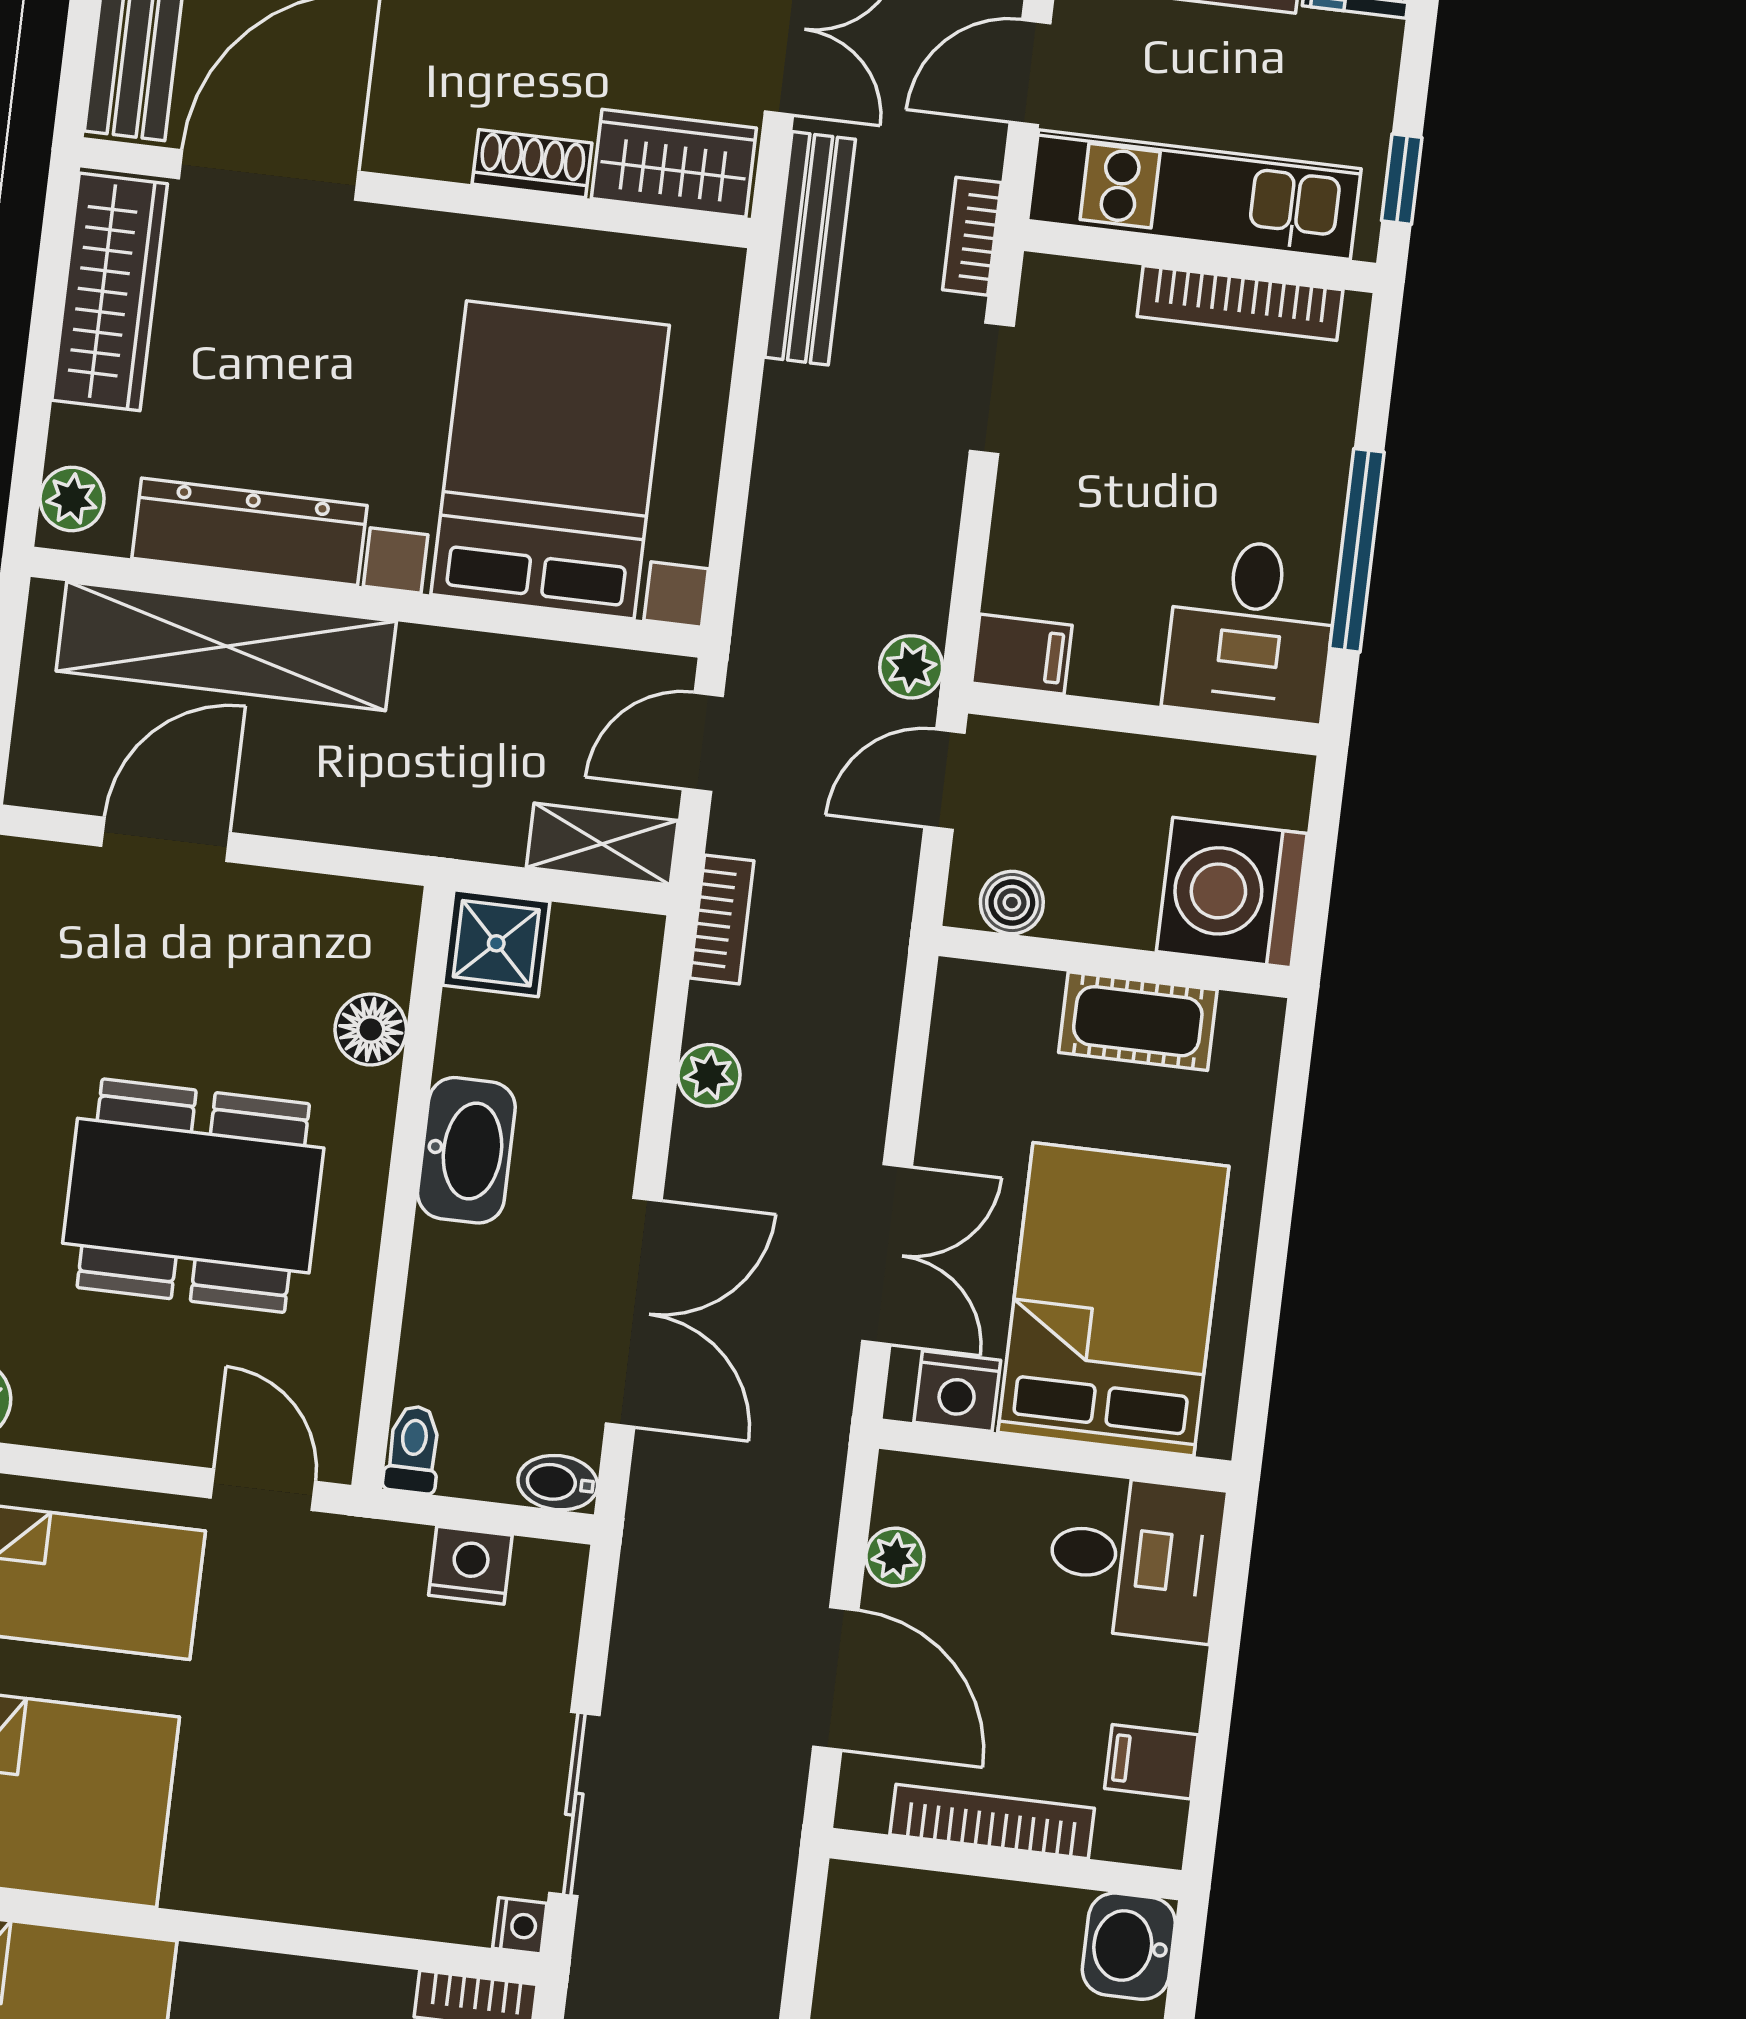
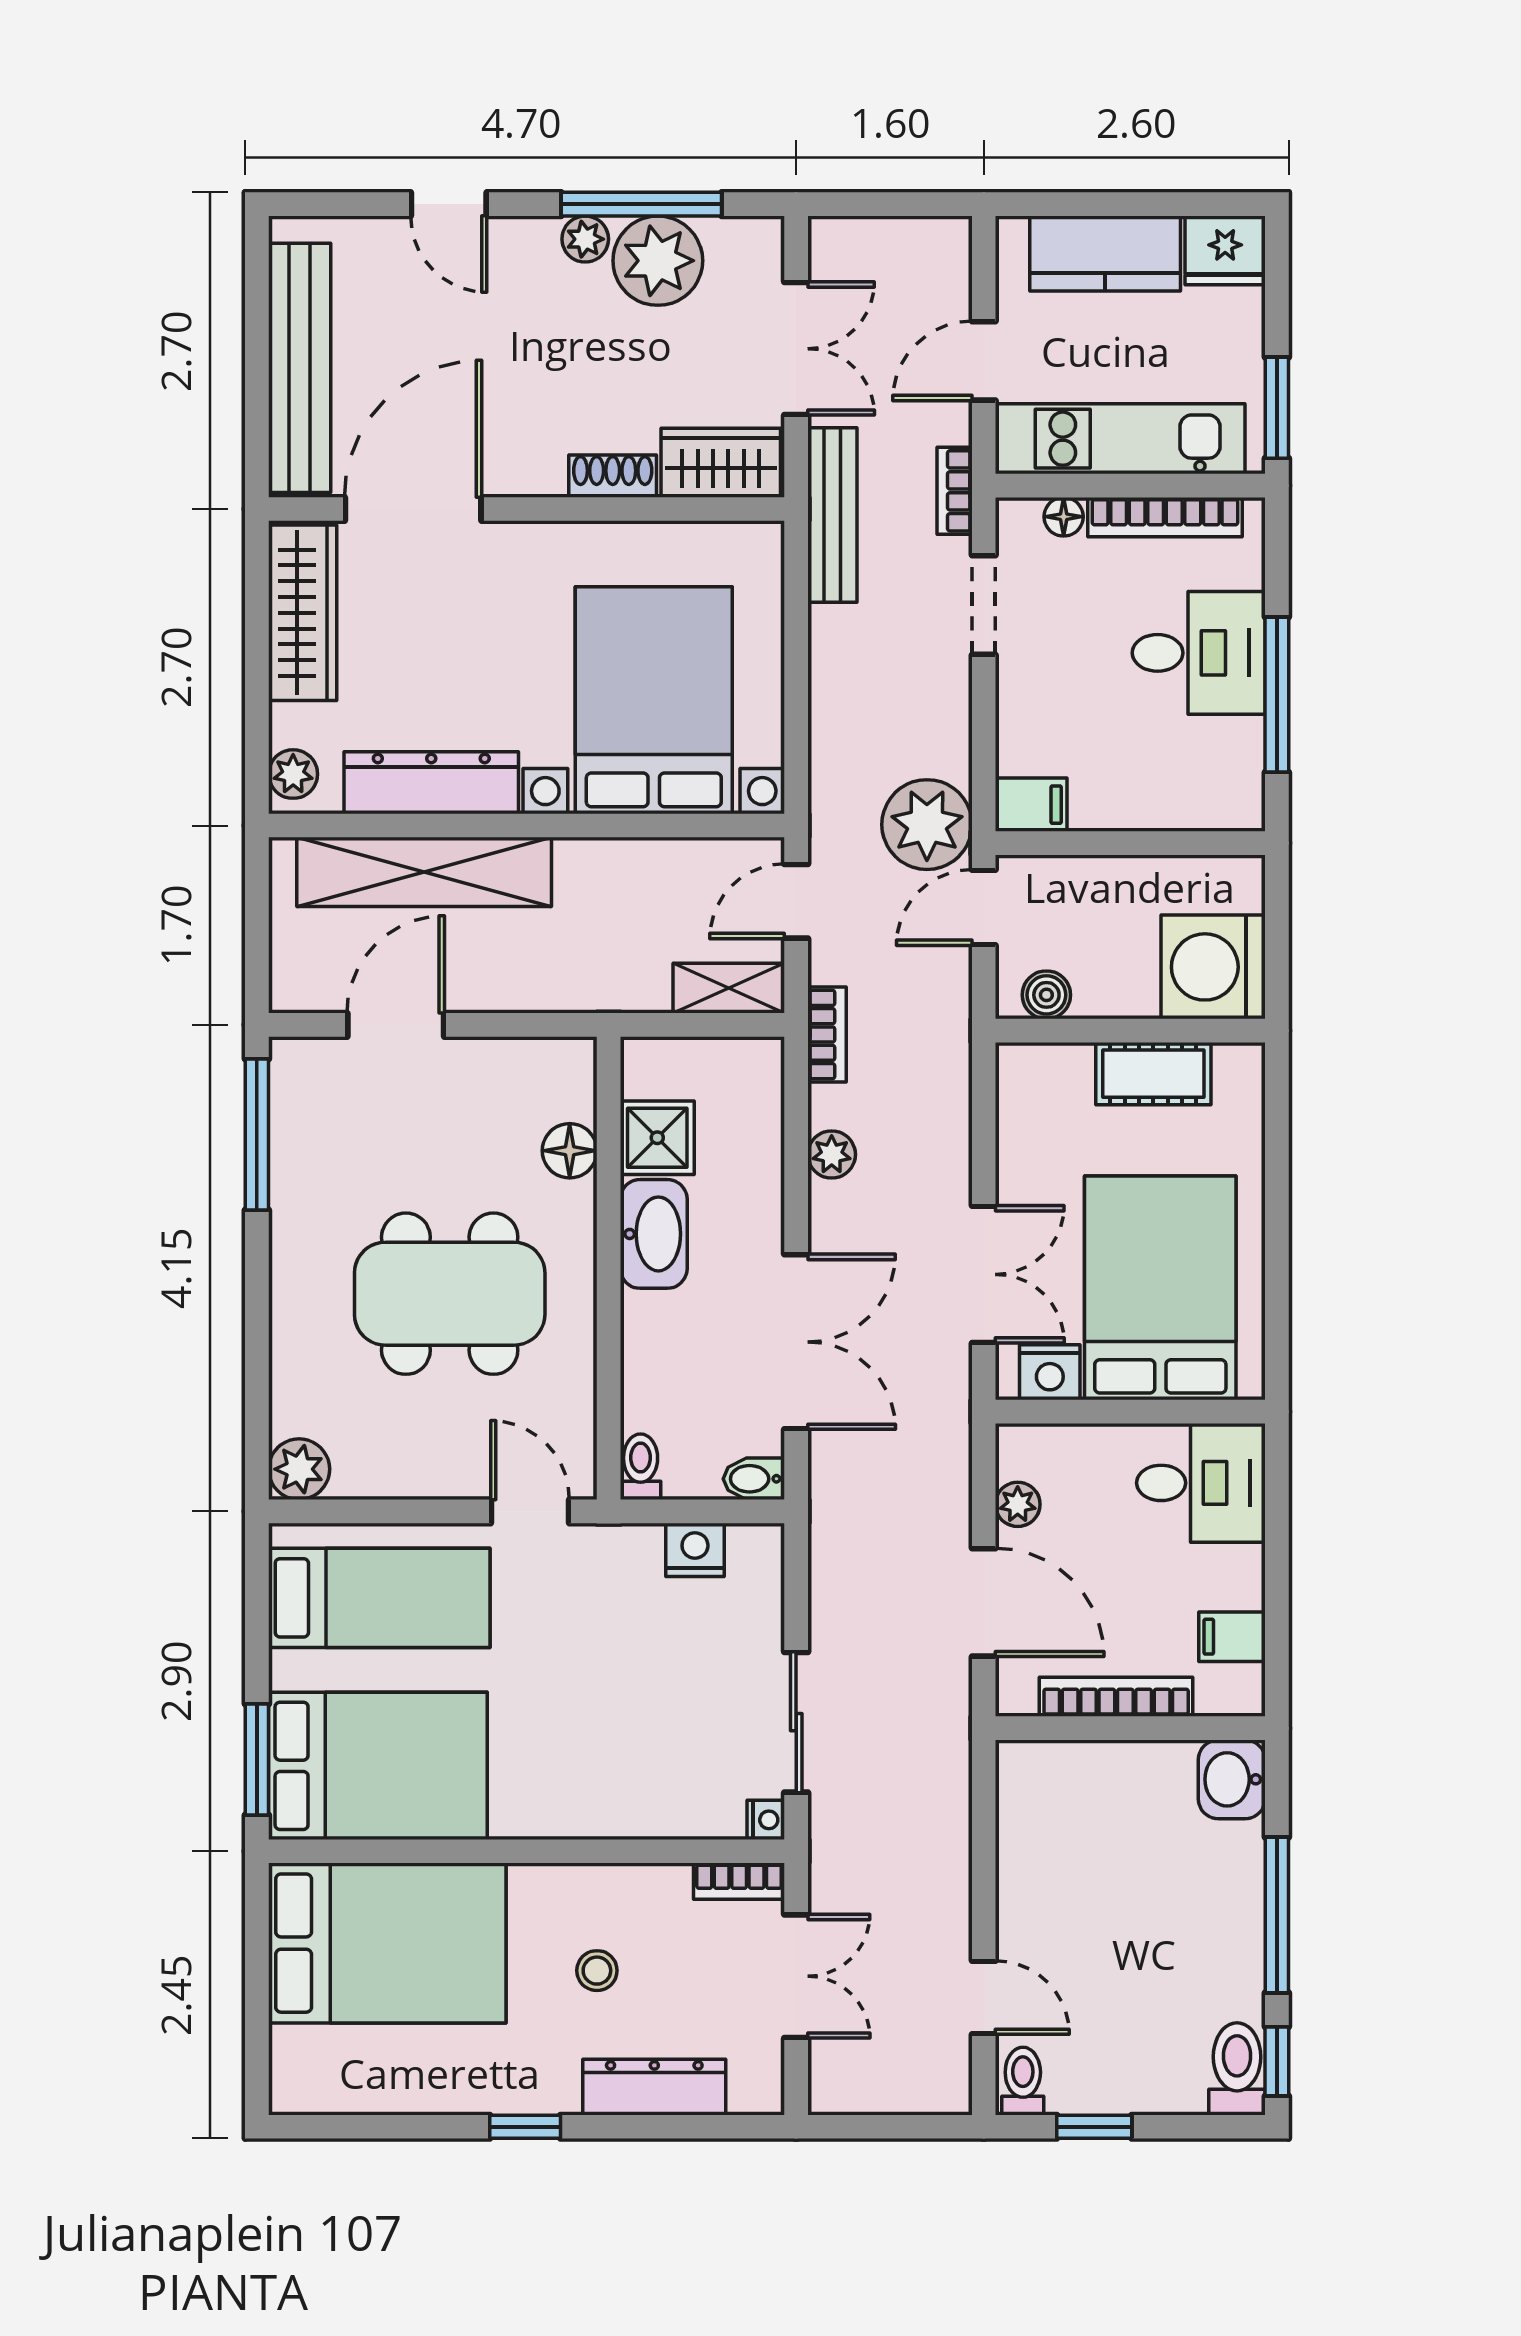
window: (1402, 179) -> (1277, 408), width x1.50
floor lamp: (1109, 287) -> (1064, 517), added
desk: (1251, 630) -> (1199, 653), moved, turned -90
plant: (911, 667) -> (927, 825), width x1.87, depth x1.87
shower: (496, 943) -> (657, 1138), moved

